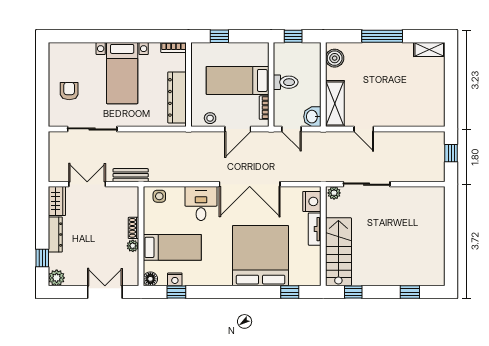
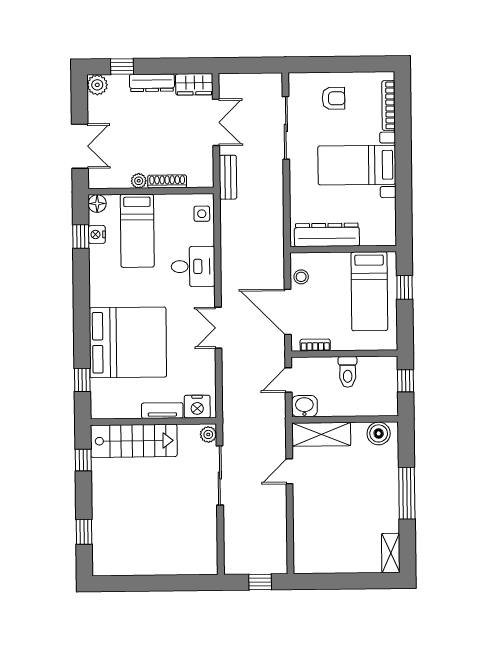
bookcase: (174, 48) -> (389, 105), moved, width x1.56
bed: (238, 80) -> (369, 291), moved, turned 180
door: (238, 129) -> (288, 312), width x1.36
double door: (250, 184) -> (218, 328), width x0.54
shoe rack: (134, 228) -> (167, 181), width x1.43

